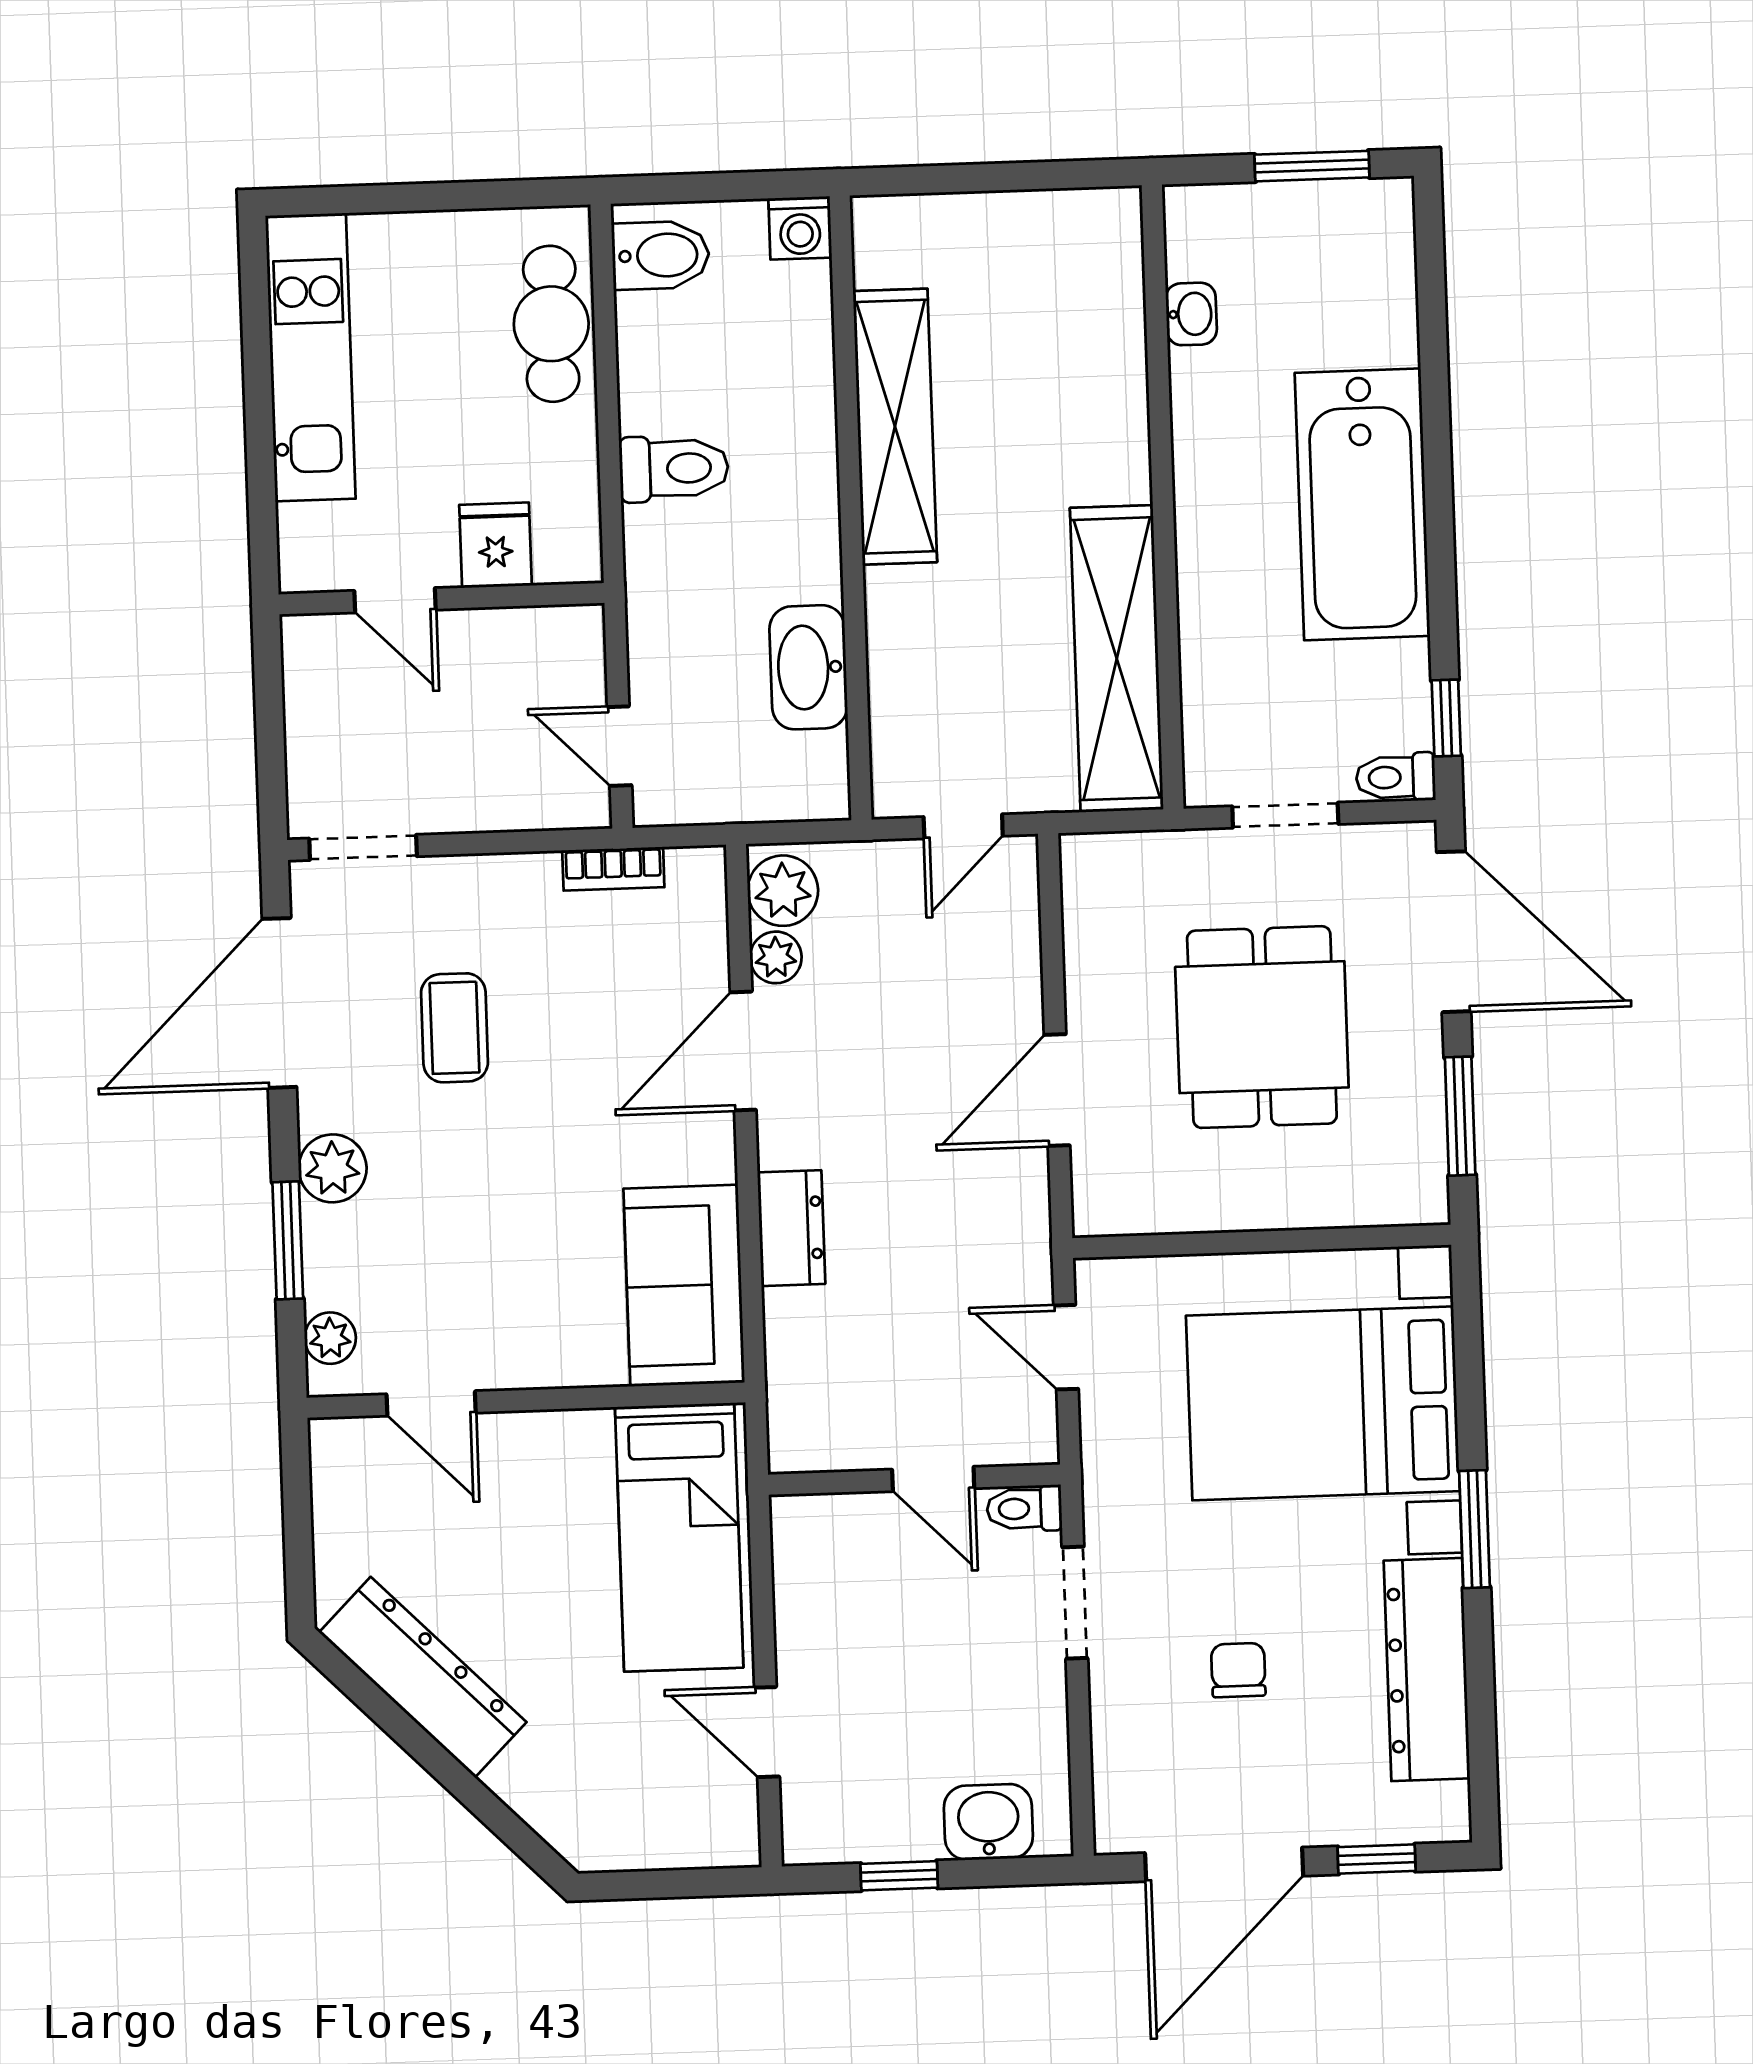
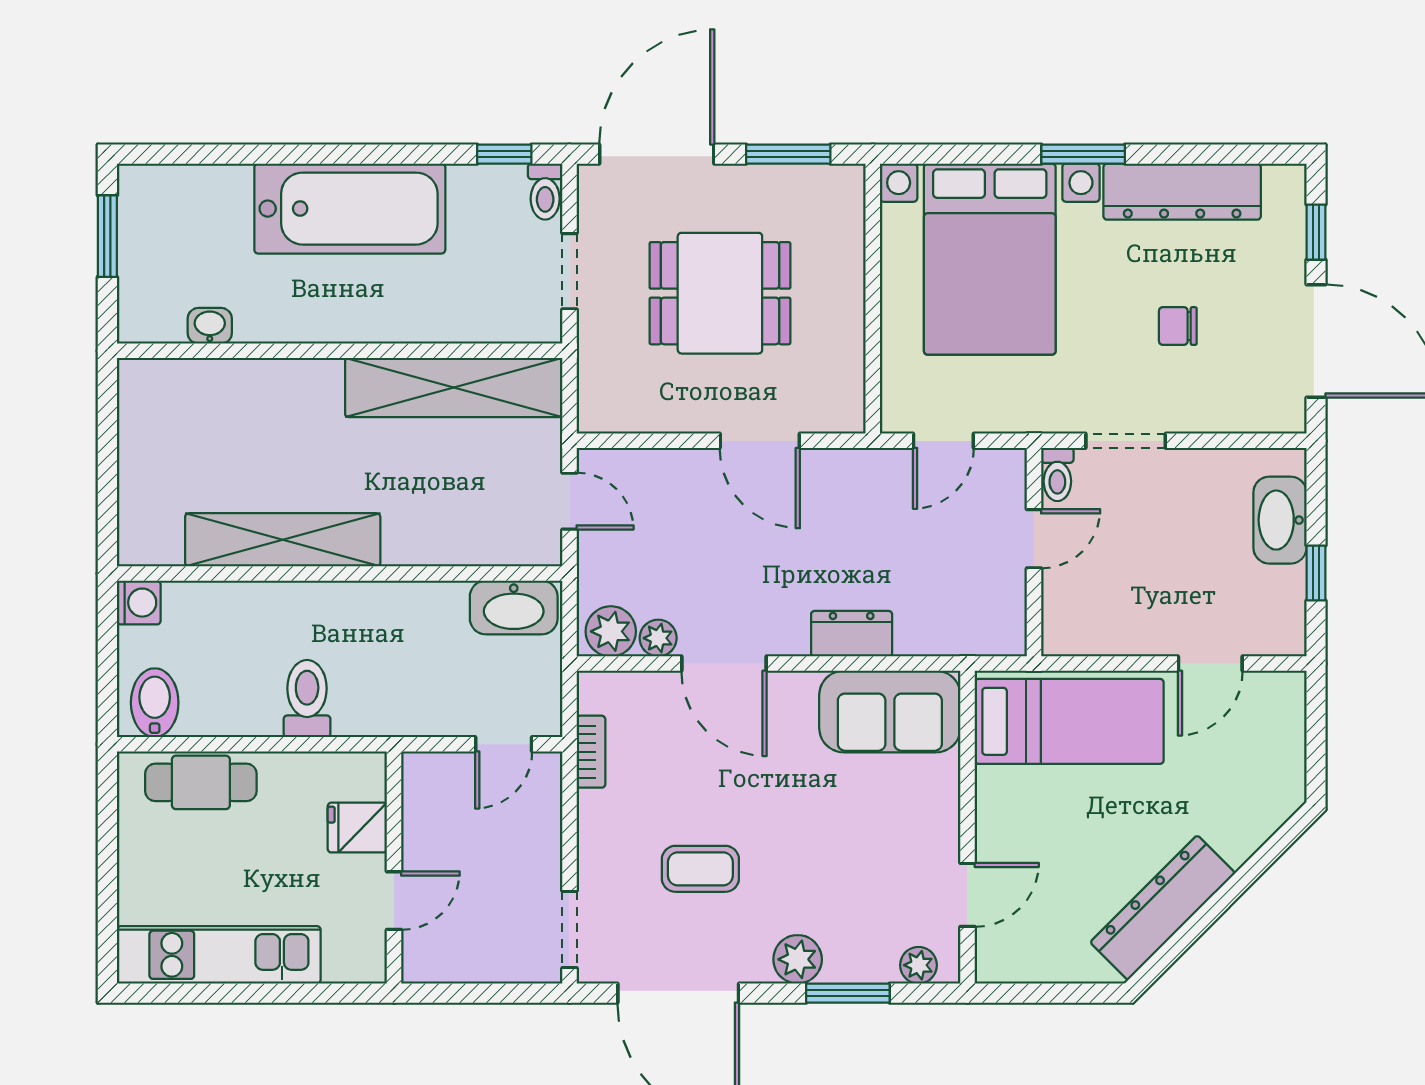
washbasin: (808, 667) -> (514, 608), moved
washbasin: (988, 1822) -> (1280, 520), width x1.38

